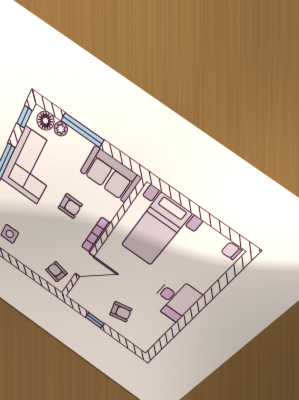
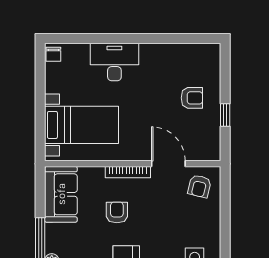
desk: (175, 299) -> (114, 62), moved
armchair: (121, 312) -> (192, 98), turned 104

